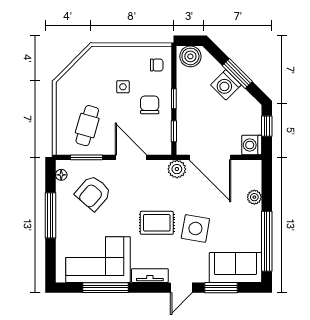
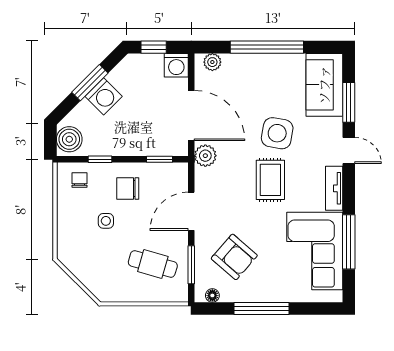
window: (174, 99) -> (100, 159), moved
door: (210, 157) -> (191, 116), hinge flipped
plant: (254, 197) -> (212, 62), moved
window: (267, 241) -> (267, 47), moved

